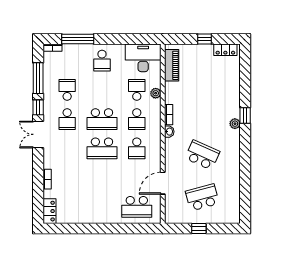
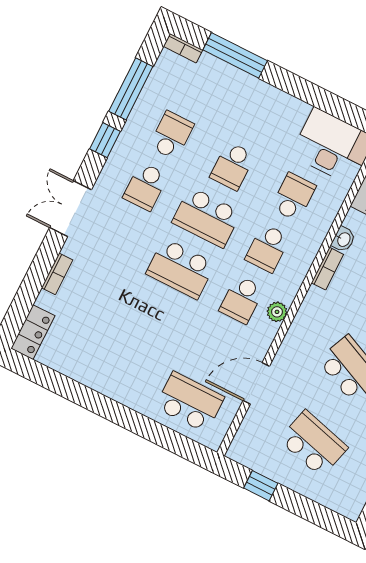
school desk: (102, 61) -> (232, 166), moved
plant: (156, 93) -> (277, 312), moved
washbasin: (169, 132) -> (343, 239), moved
double door: (38, 134) -> (70, 209), moved
school desk: (202, 197) -> (313, 444), turned 30
school desk: (137, 207) -> (190, 402), turned 180
window: (199, 229) -> (261, 486), moved

